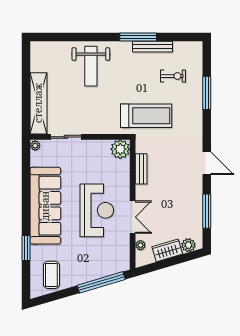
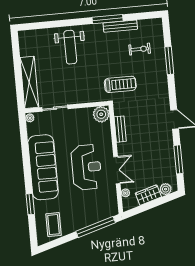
treadmill: (146, 116) -> (120, 84), width x0.73, depth x0.73

